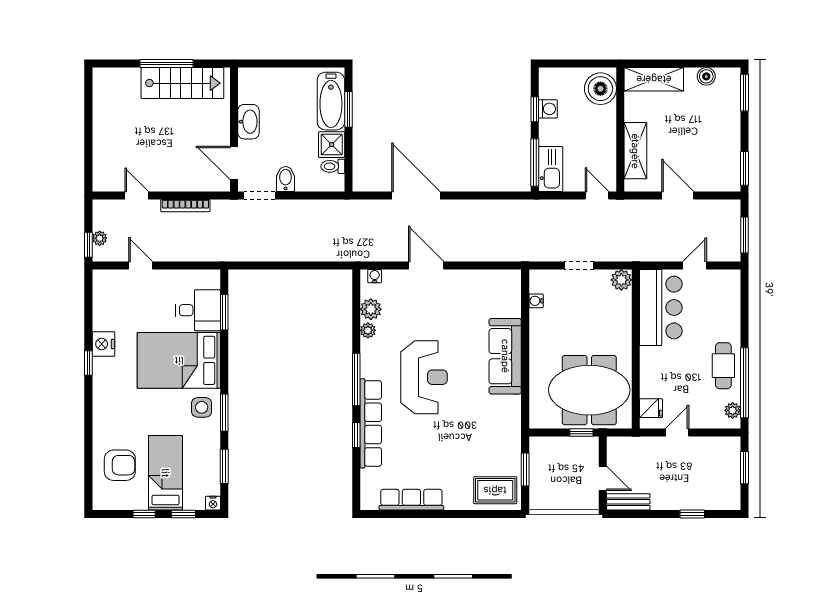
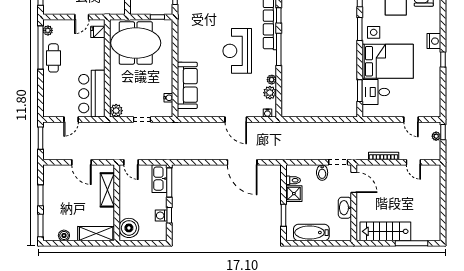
window: (166, 64) -> (411, 243), moved
bathtub: (331, 101) -> (311, 233), moved, turned -90
window: (744, 168) -> (41, 195), moved
nightstand: (103, 344) -> (434, 41), moved
sofa: (505, 356) -> (187, 85), moved
window: (581, 432) -> (157, 17), moved

